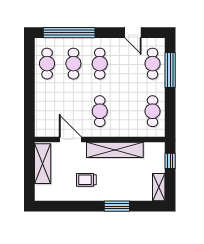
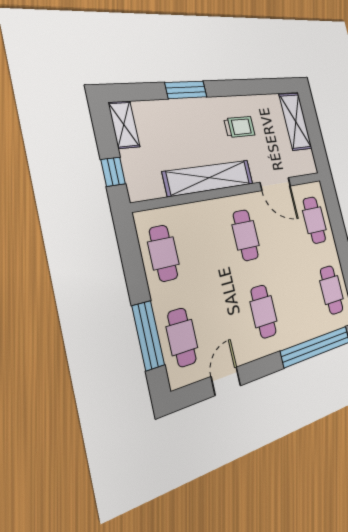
door: (133, 33) -> (226, 381), hinge flipped
cafe table: (73, 64) -> (314, 220), moved
shelving: (43, 164) -> (296, 121), moved

